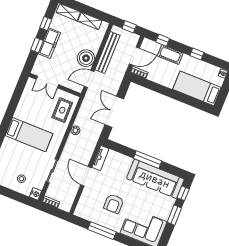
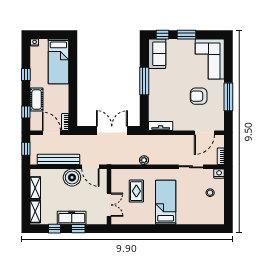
rug: (62, 110) -> (136, 191), moved, turned 90
double door: (114, 112) -> (112, 131), swing flipped
door: (86, 176) -> (204, 133), moved
sofa: (155, 179) -> (157, 54), width x0.54, depth x0.79
armchair: (114, 204) -> (199, 96), turned 180

